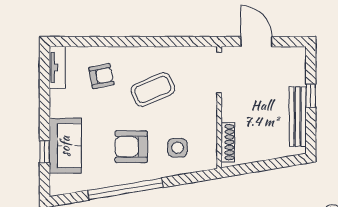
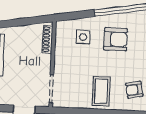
coffee table: (153, 90) -> (101, 91), moved, turned -67

